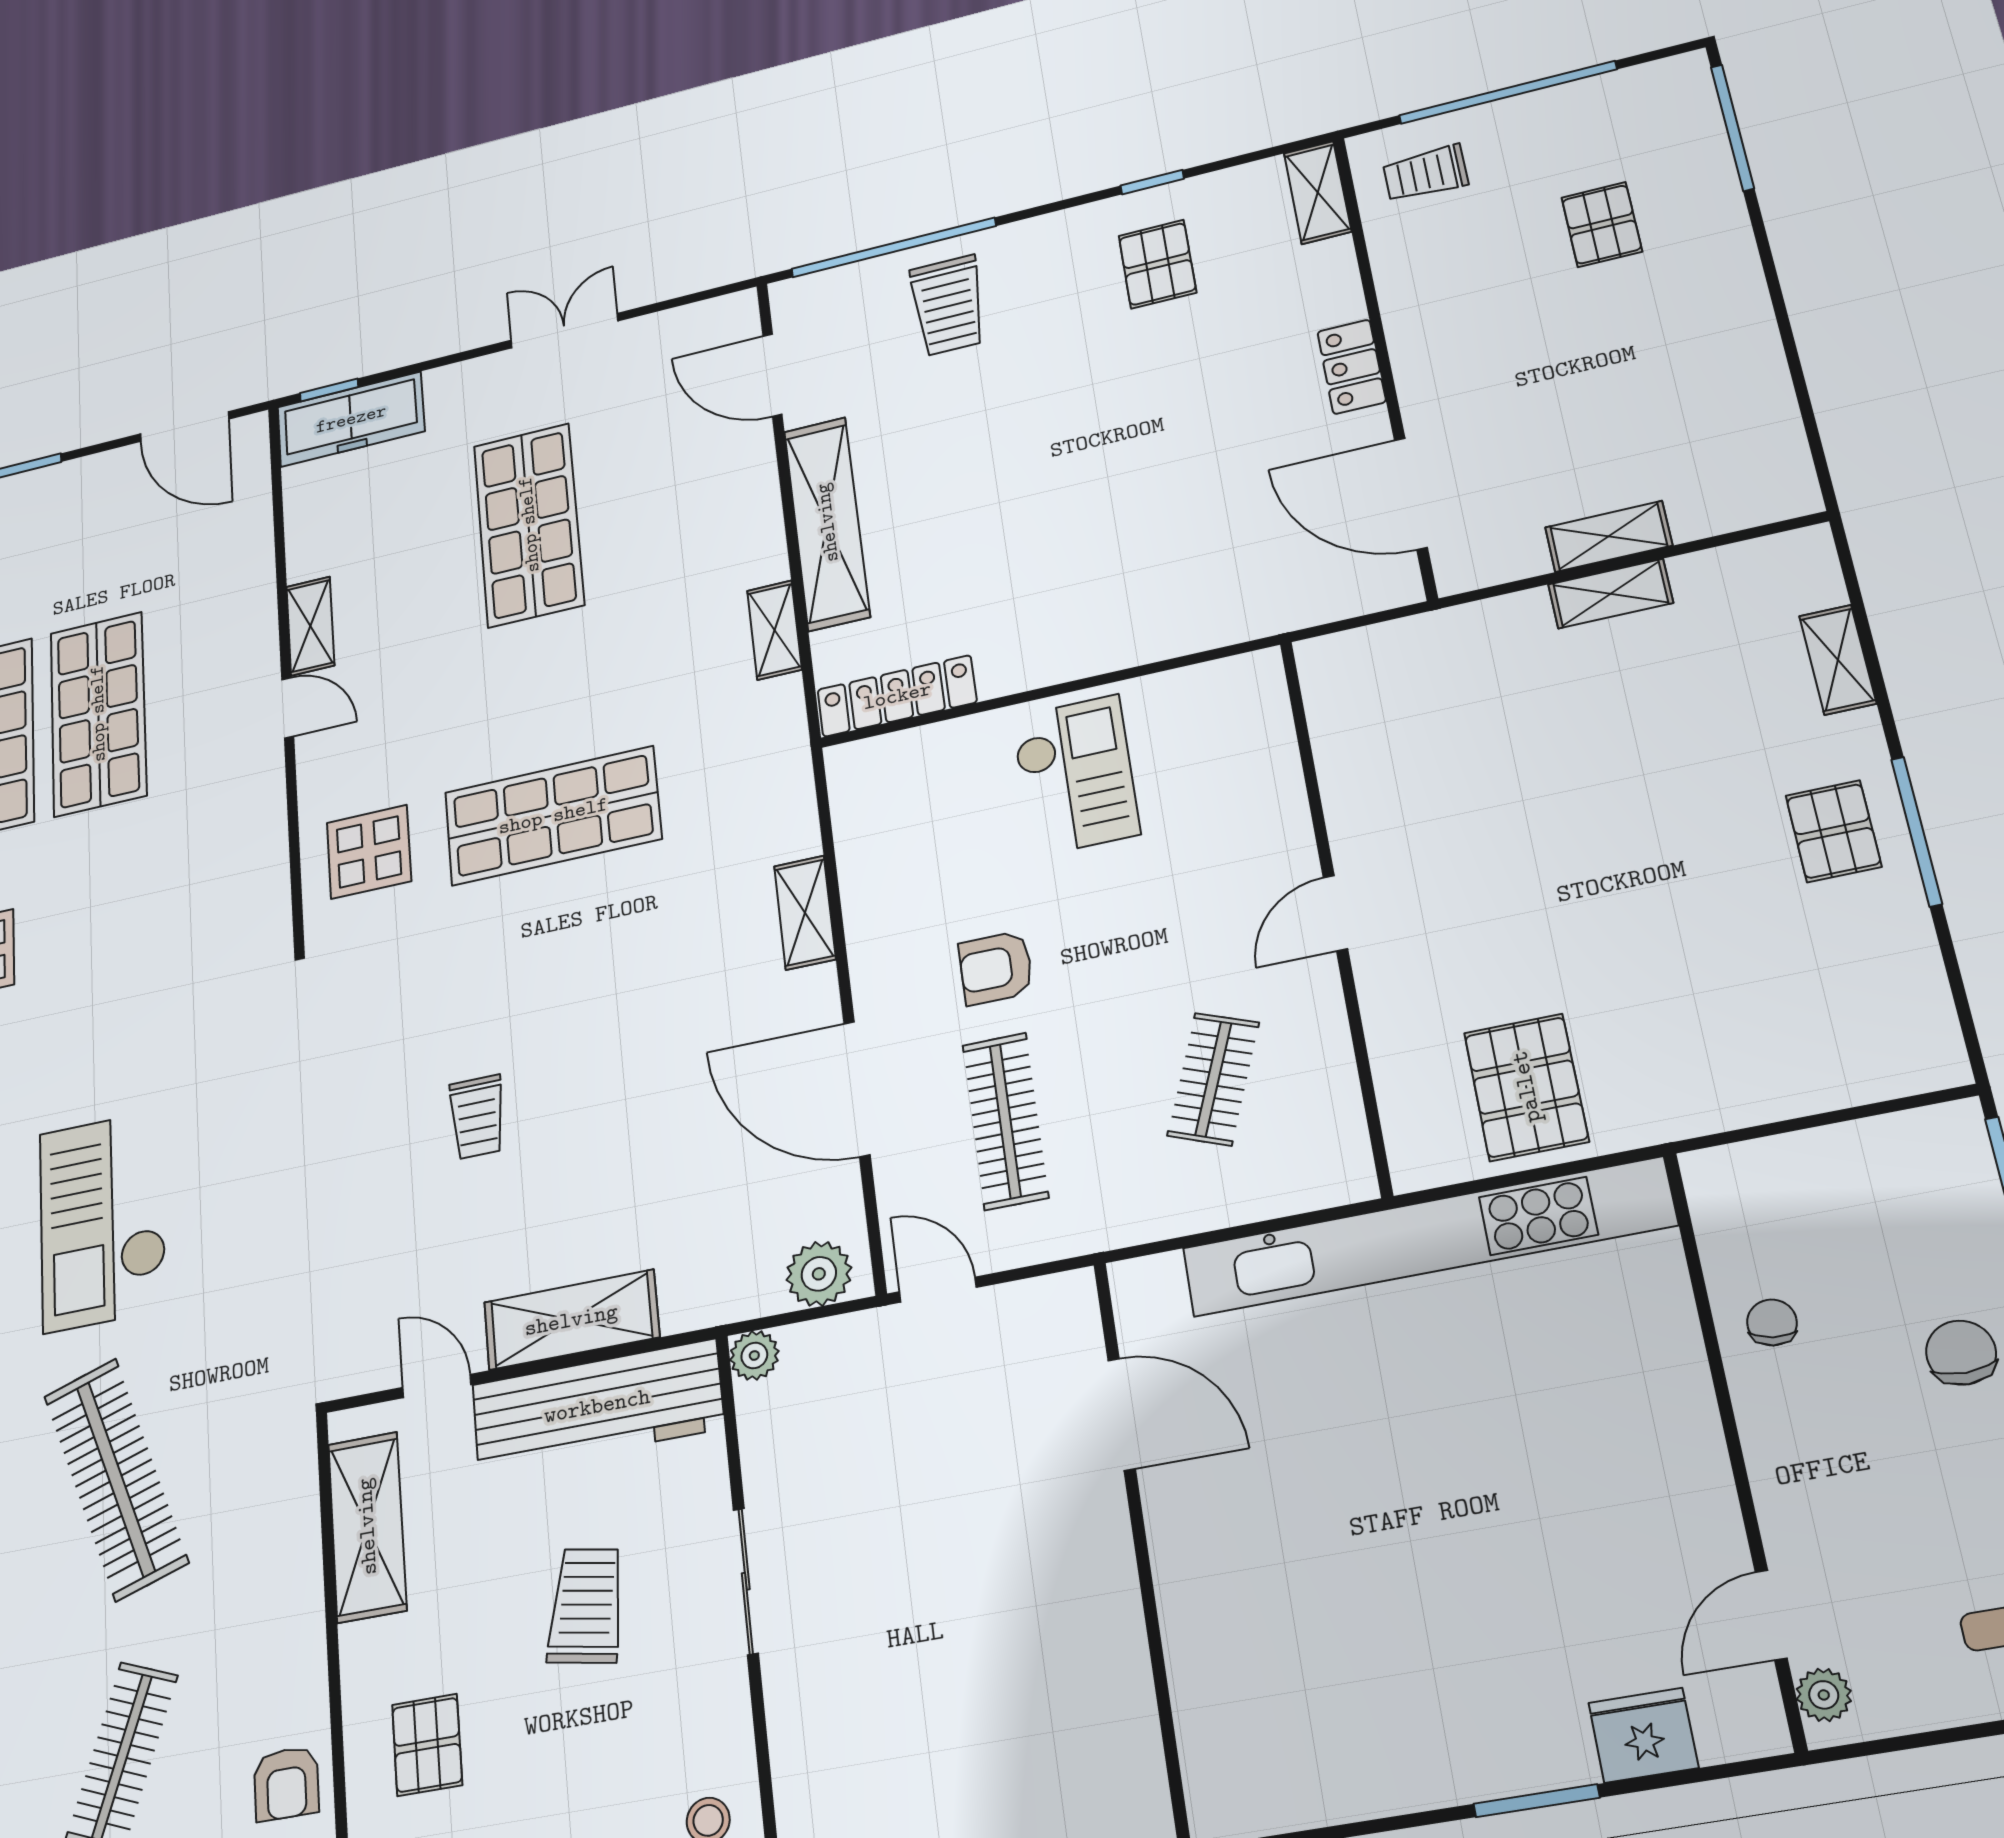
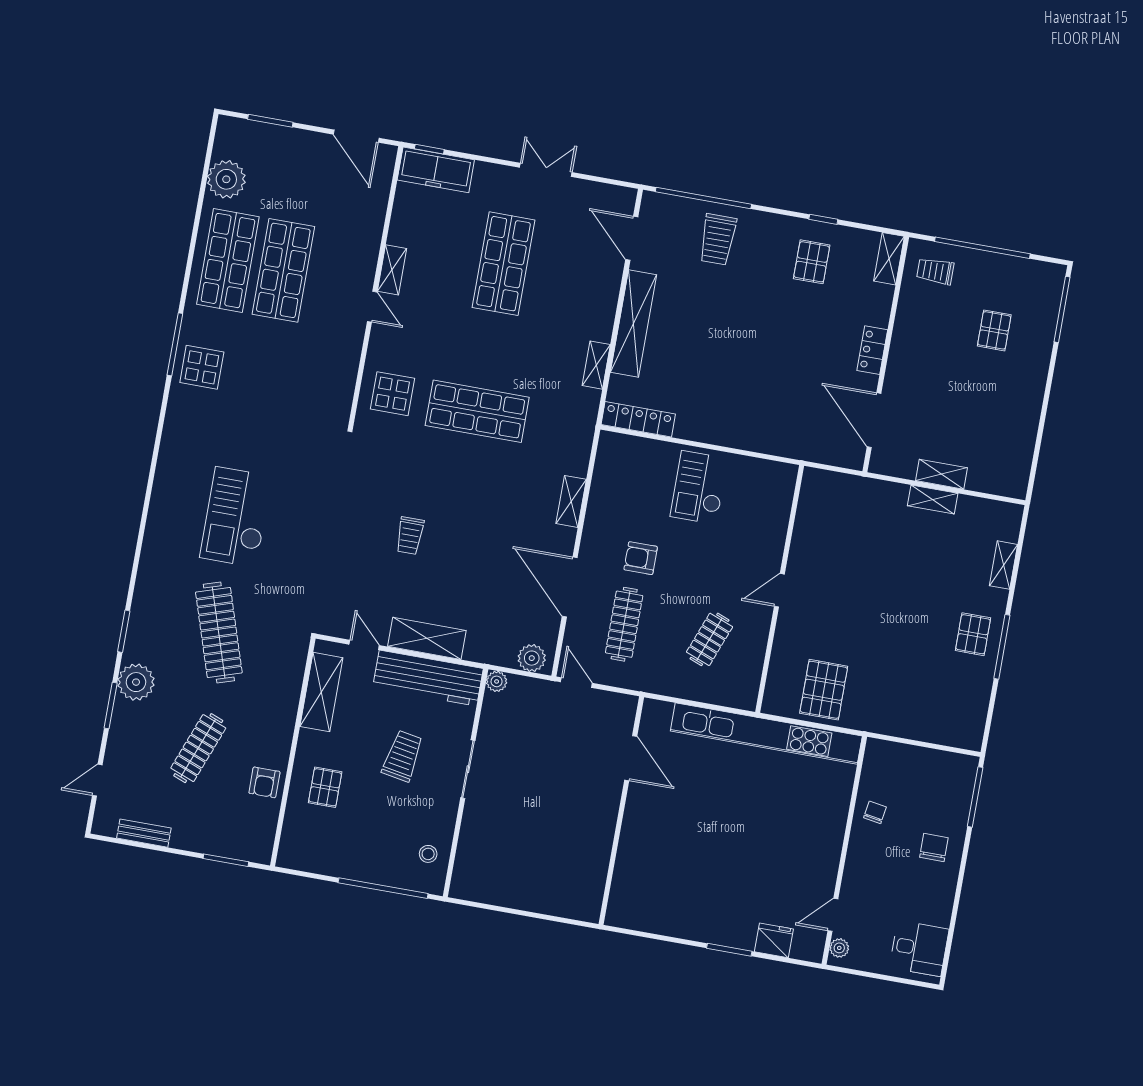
checkout: (1075, 775) -> (699, 487), turned 180

